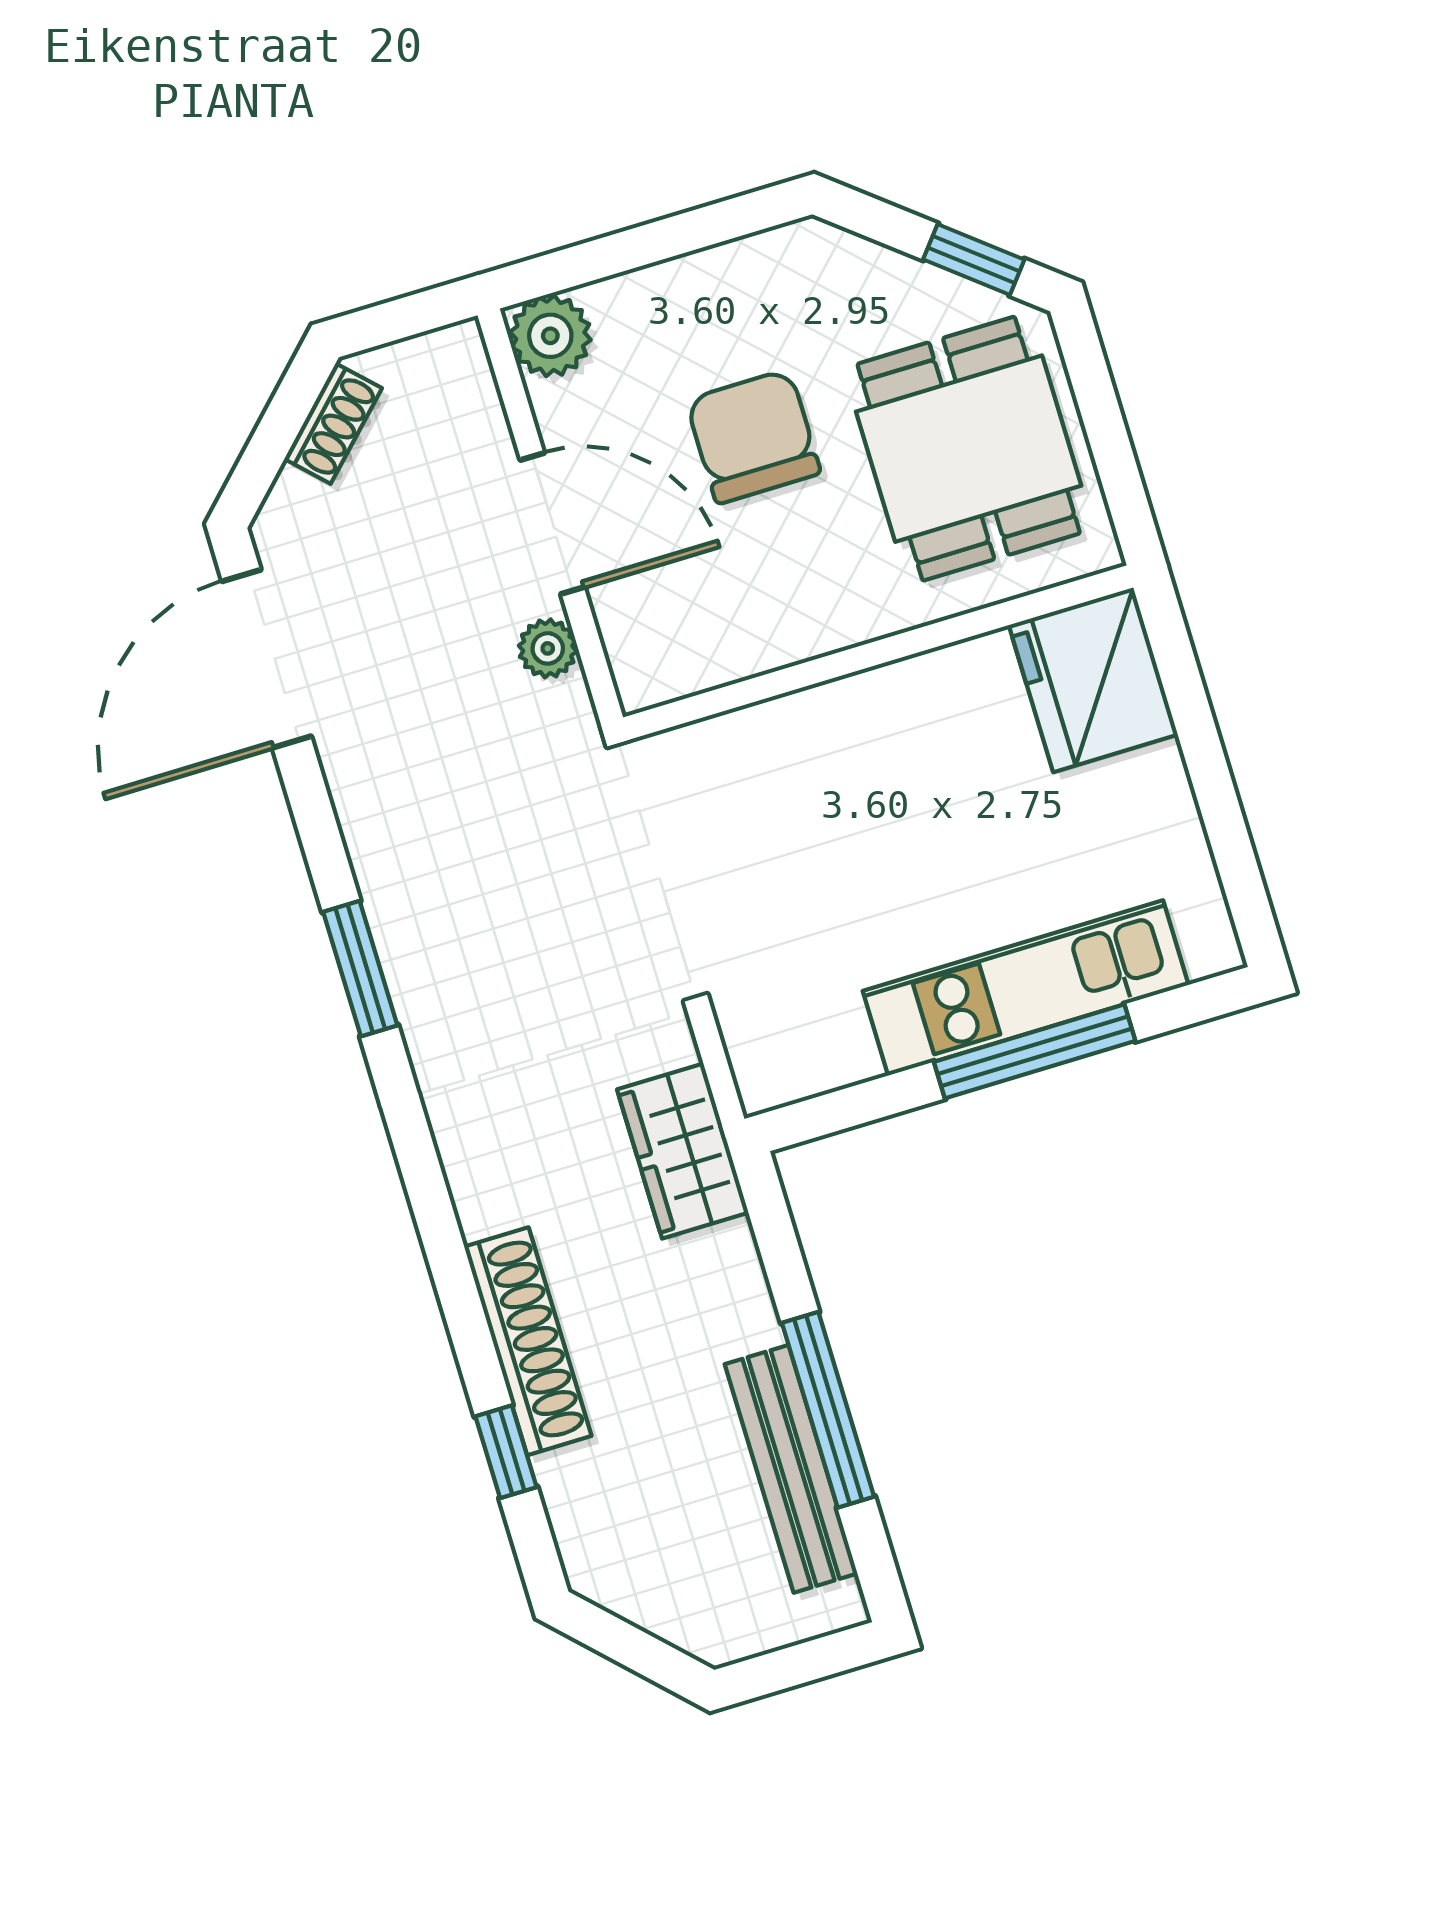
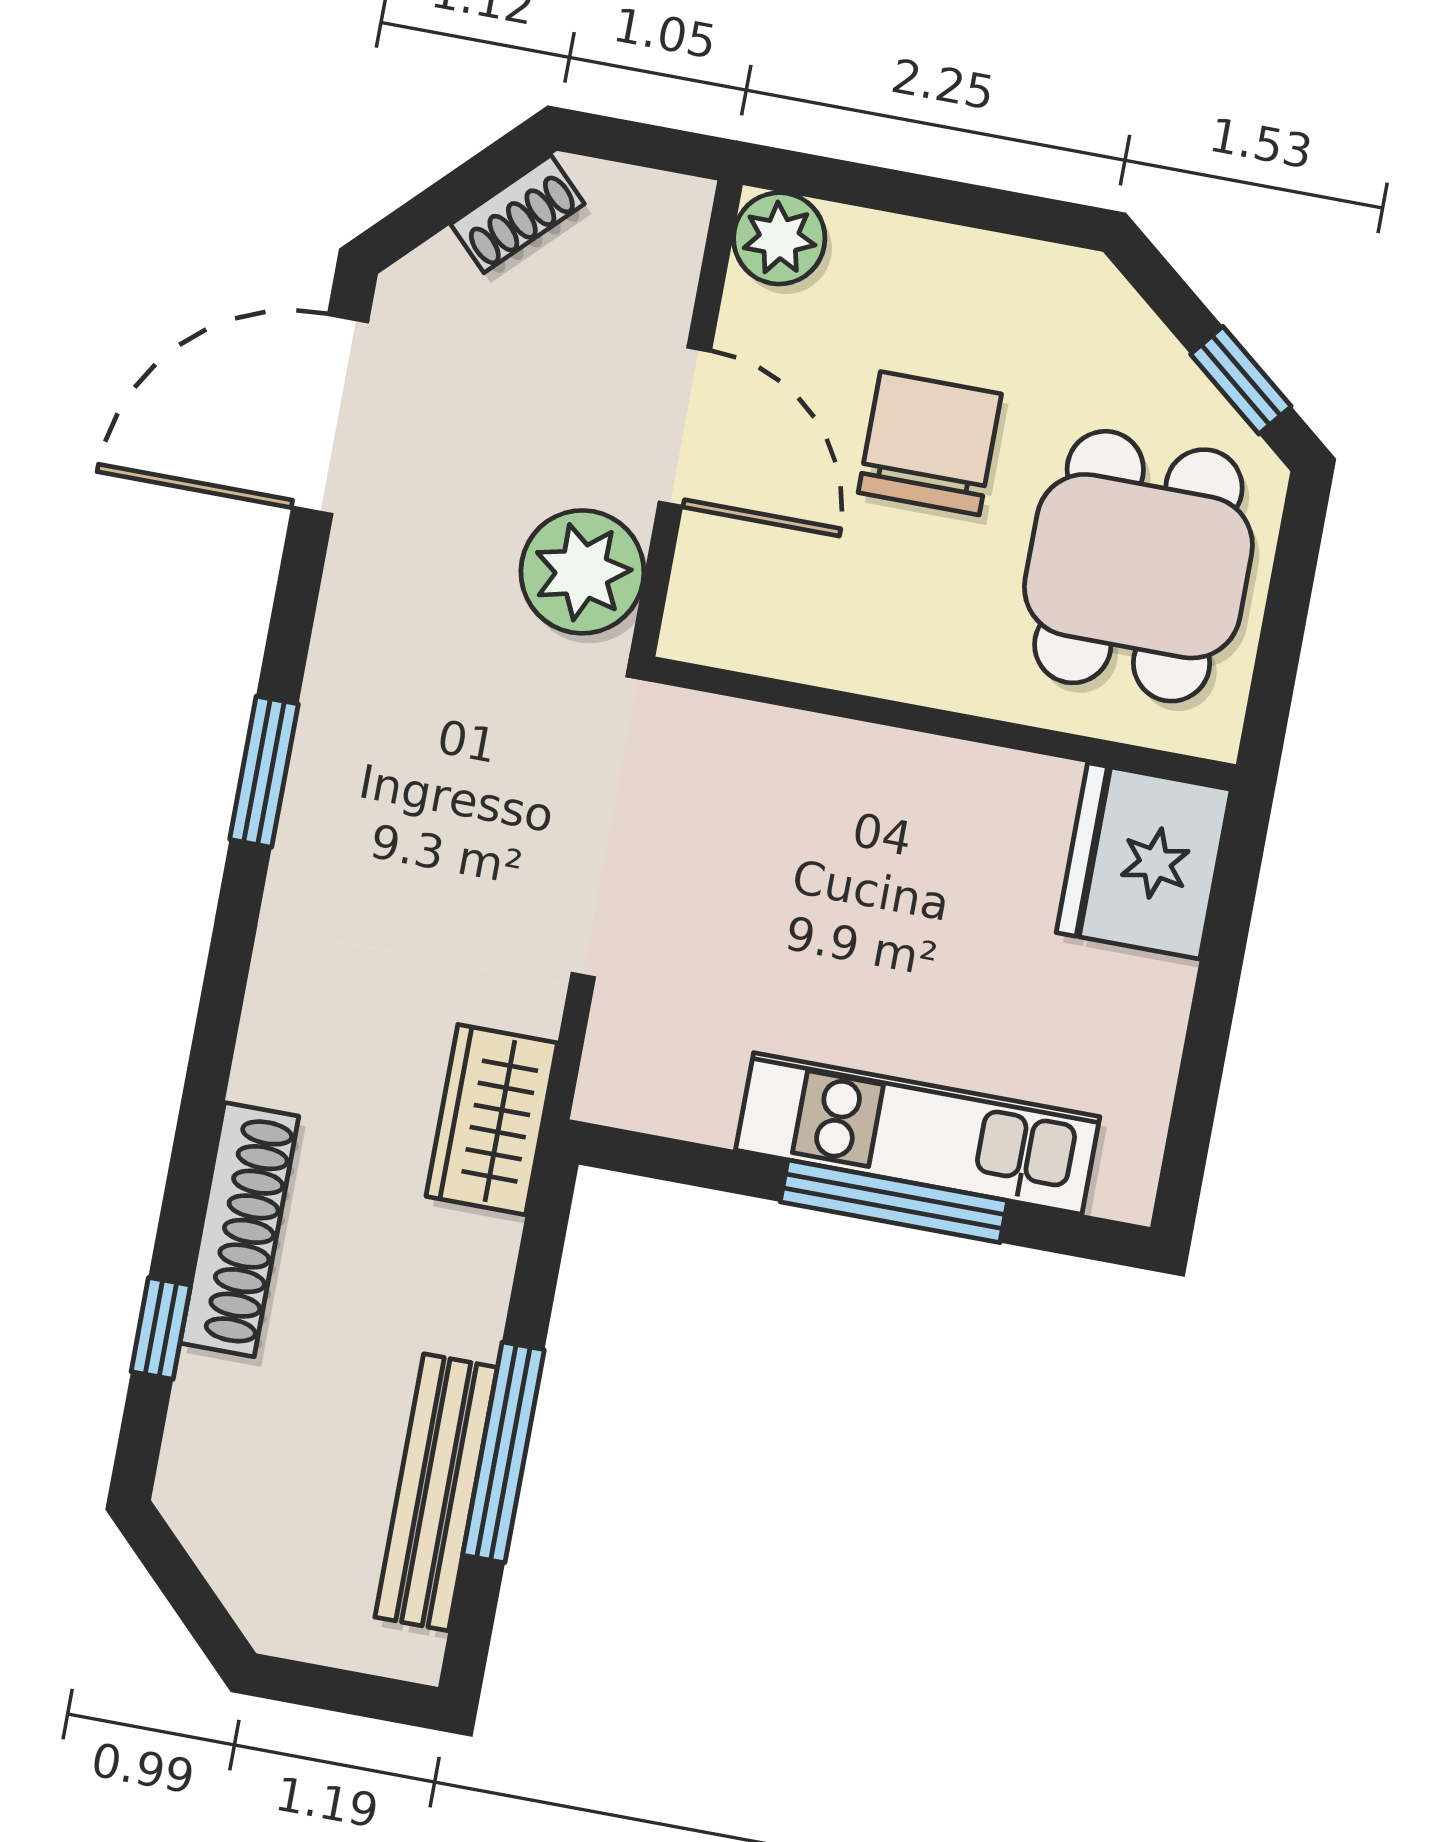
plant: (548, 648) -> (582, 572), width x1.87, depth x1.87

